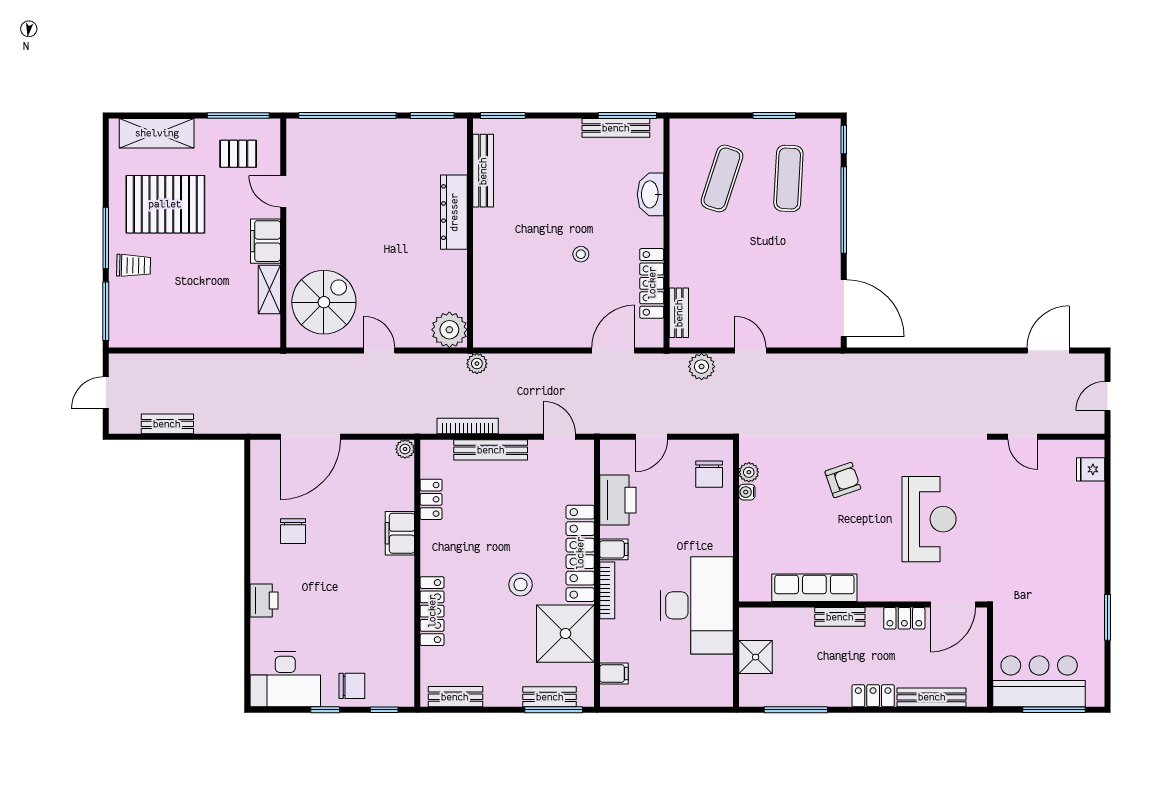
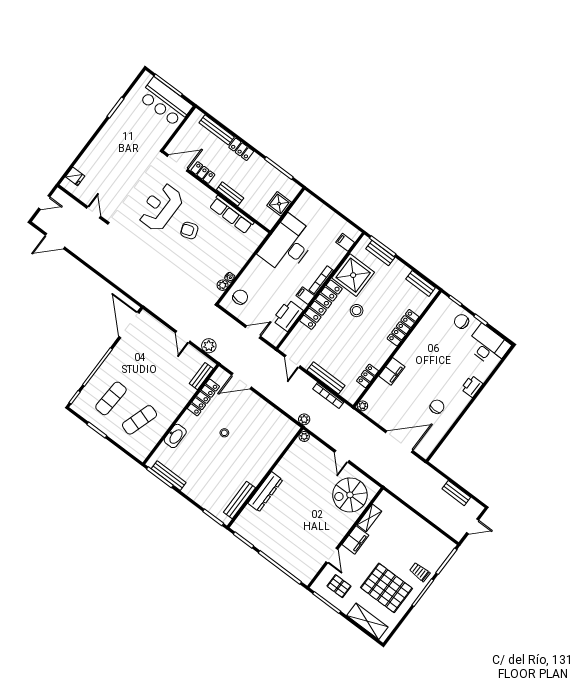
plant: (449, 330) -> (304, 436), width x0.53, depth x0.53
armchair: (843, 480) -> (189, 231), moved

